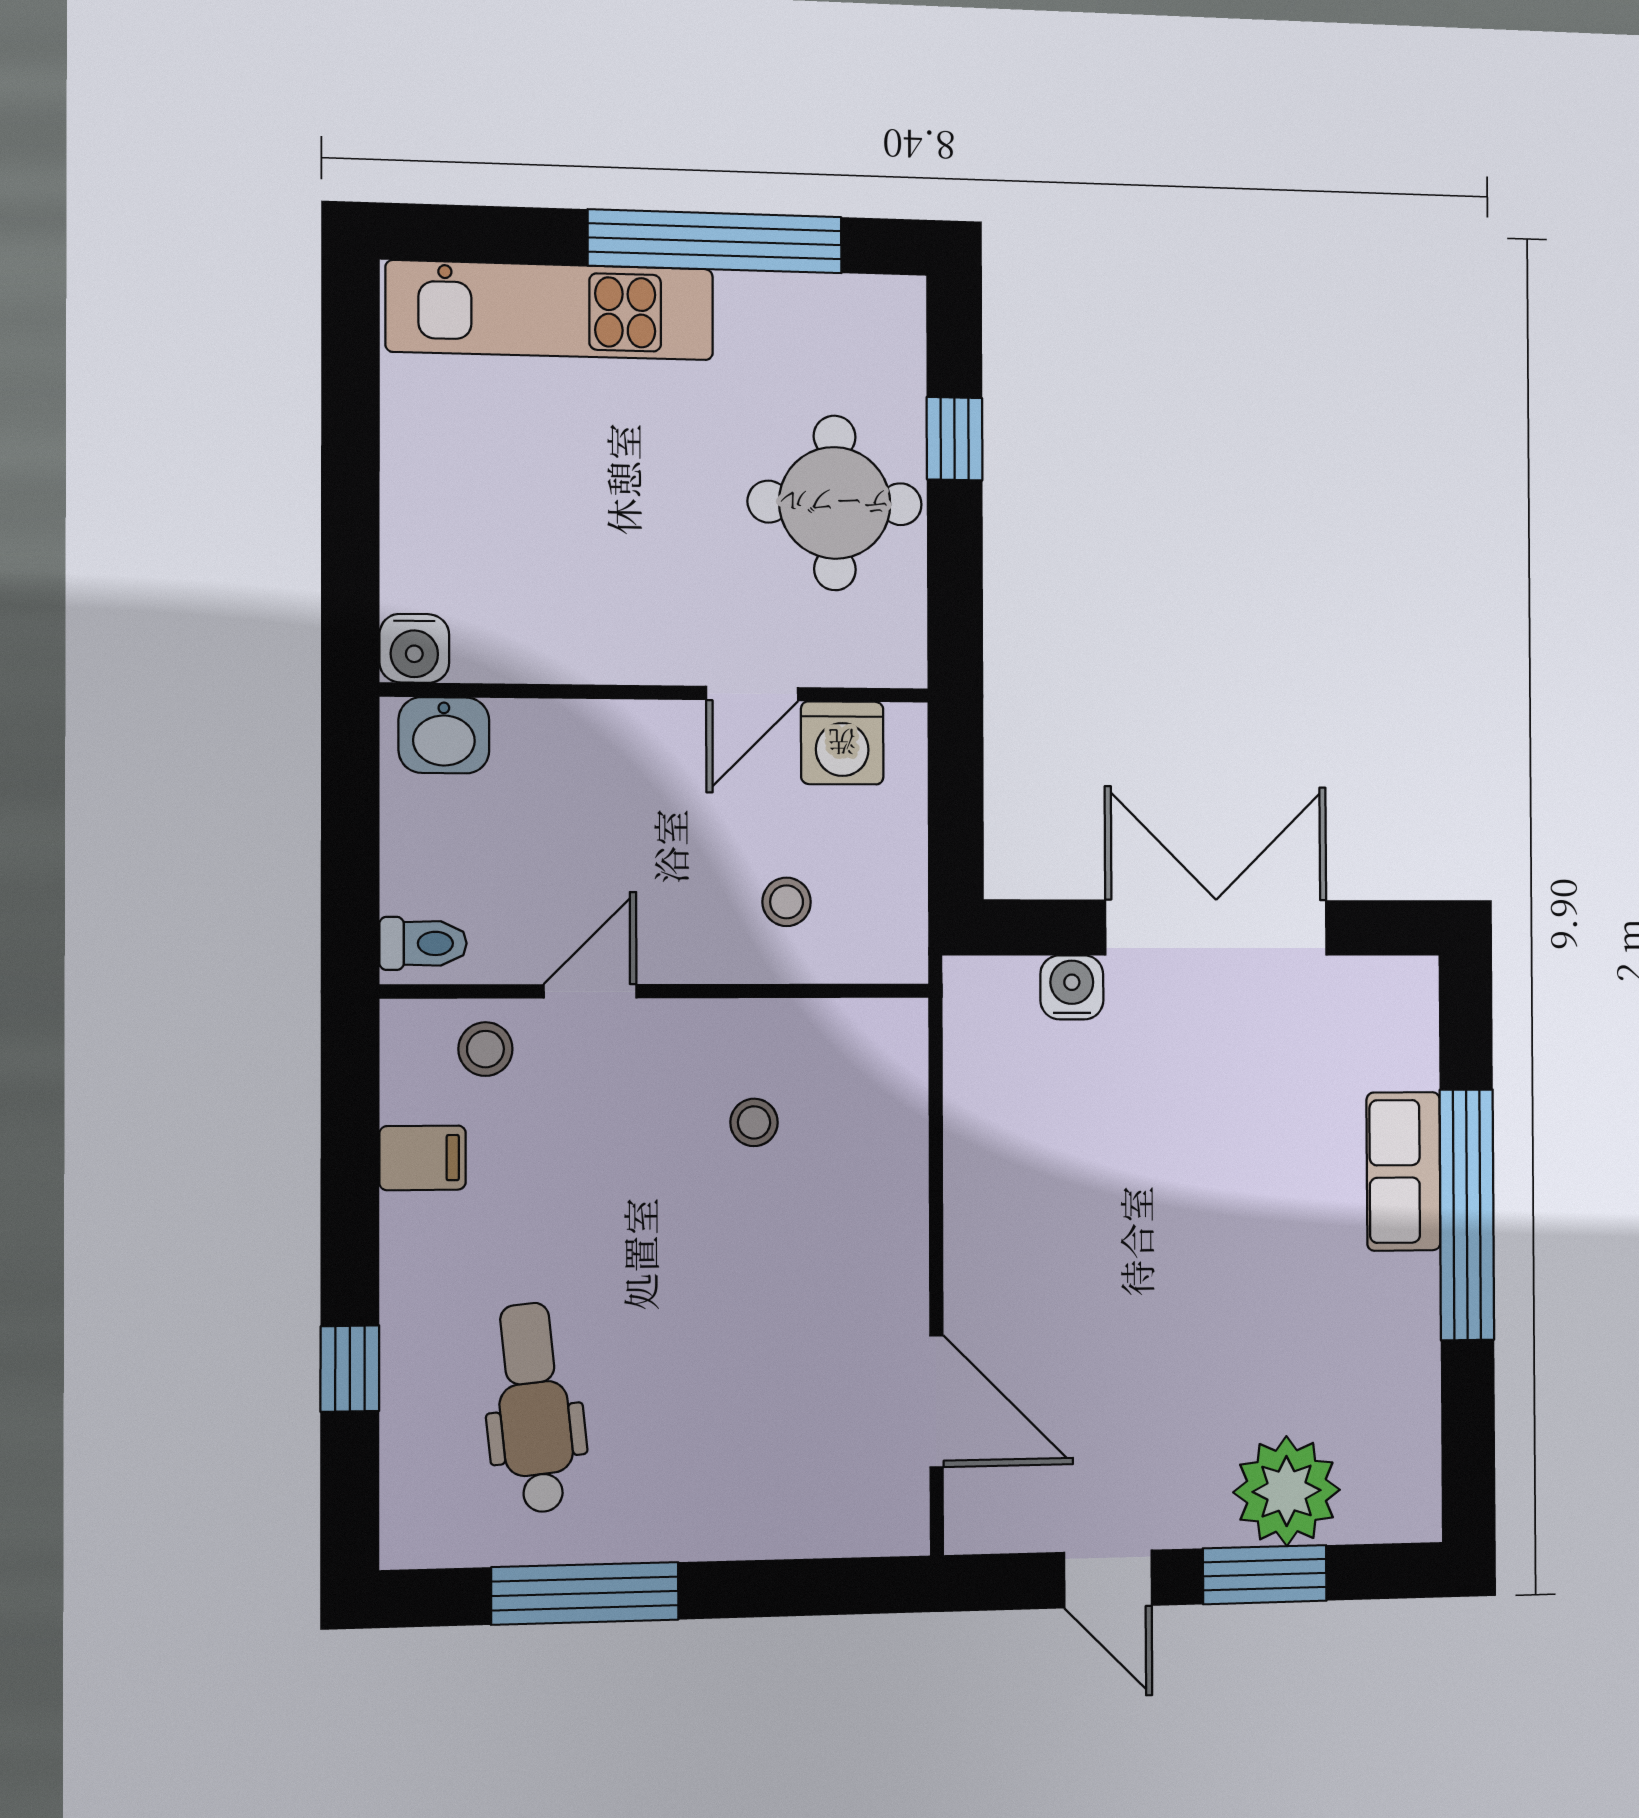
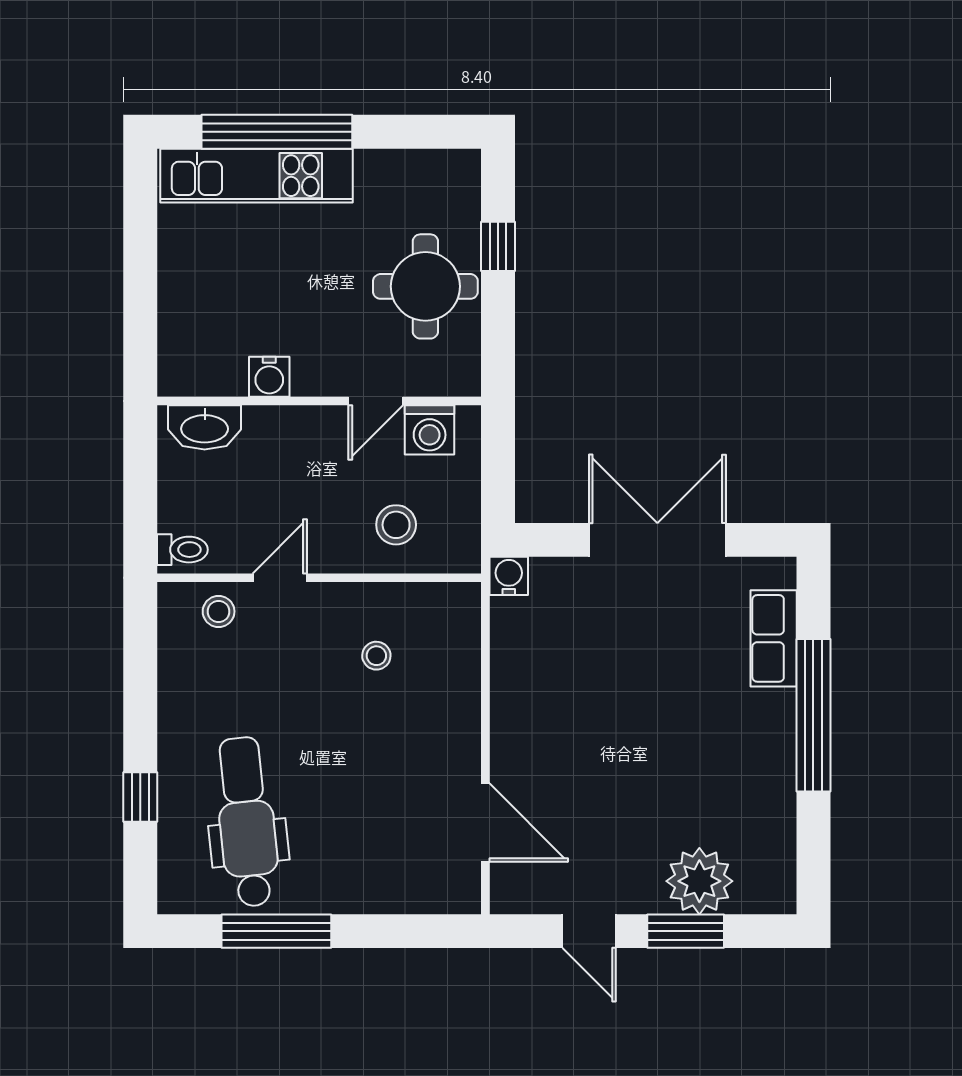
window: (715, 241) -> (277, 132), moved
water cooler: (414, 648) -> (269, 377), moved
washbasin: (444, 735) -> (205, 427), width x1.38
stool: (787, 902) -> (396, 525), width x1.37, depth x1.37
water cooler: (1072, 987) -> (509, 576), moved
filing cabinet: (423, 1158) -> (182, 675), removed
row of seats: (1404, 1171) -> (774, 638), moved
dental chair: (534, 1408) -> (247, 822), width x1.36, depth x1.38

